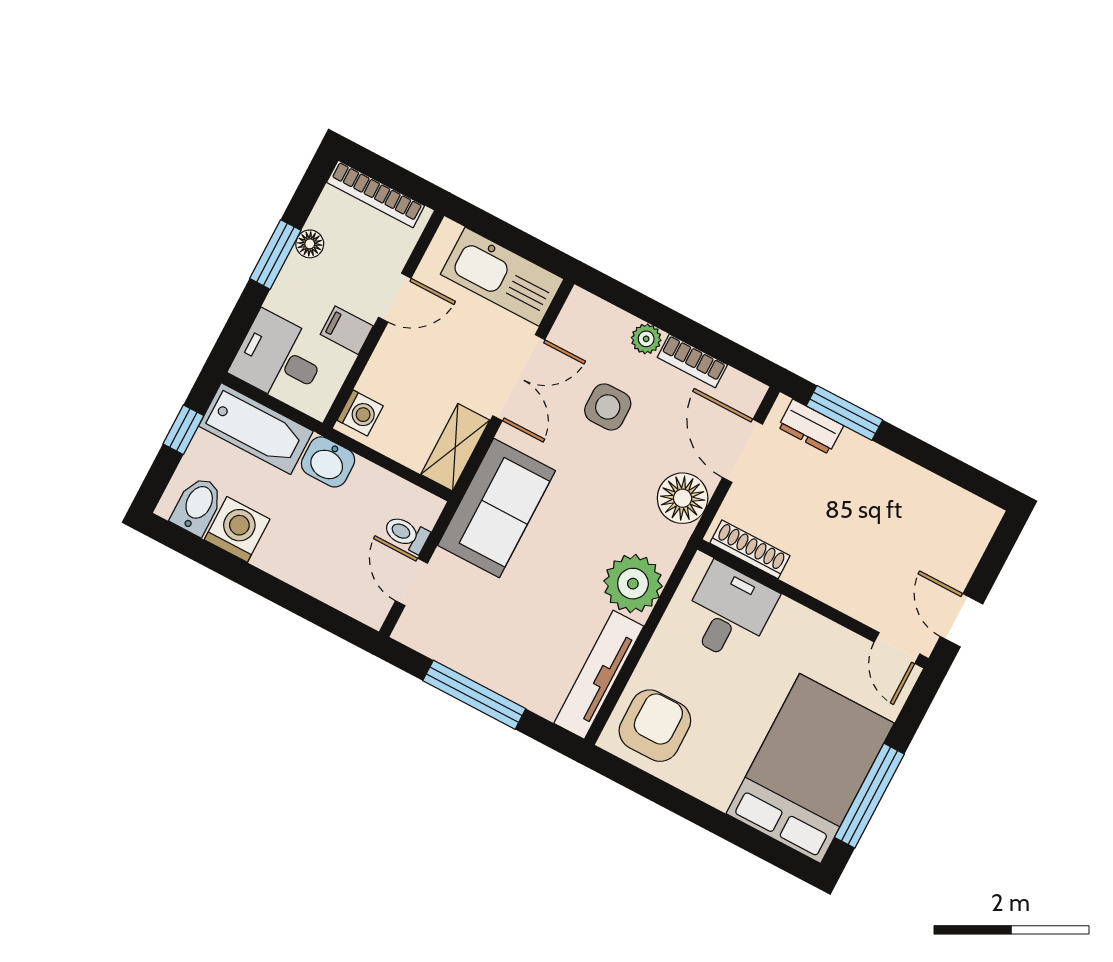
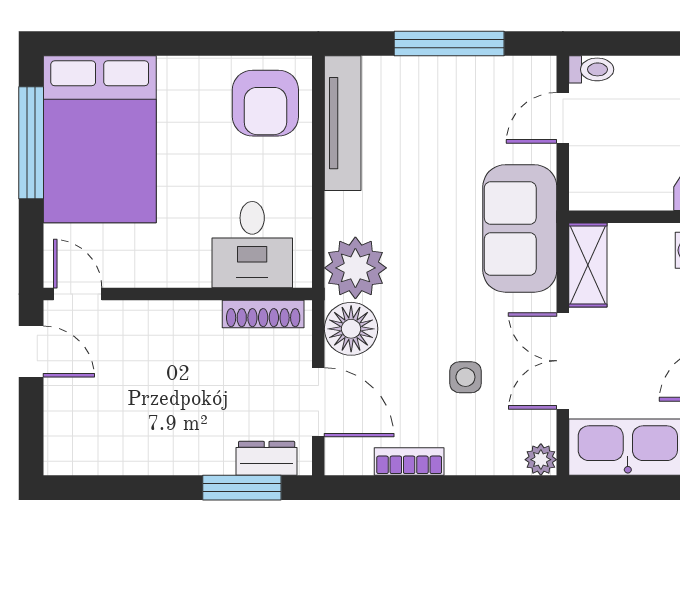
plant: (646, 339) -> (541, 460), moved
side table: (608, 407) -> (465, 377), width x0.73, depth x0.73
toilet: (406, 534) -> (591, 69), moved
door: (411, 582) -> (563, 118), swing flipped
plant: (633, 584) -> (355, 268), moved

